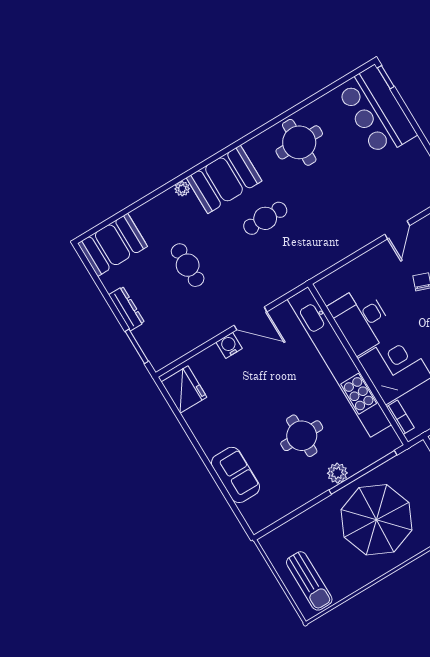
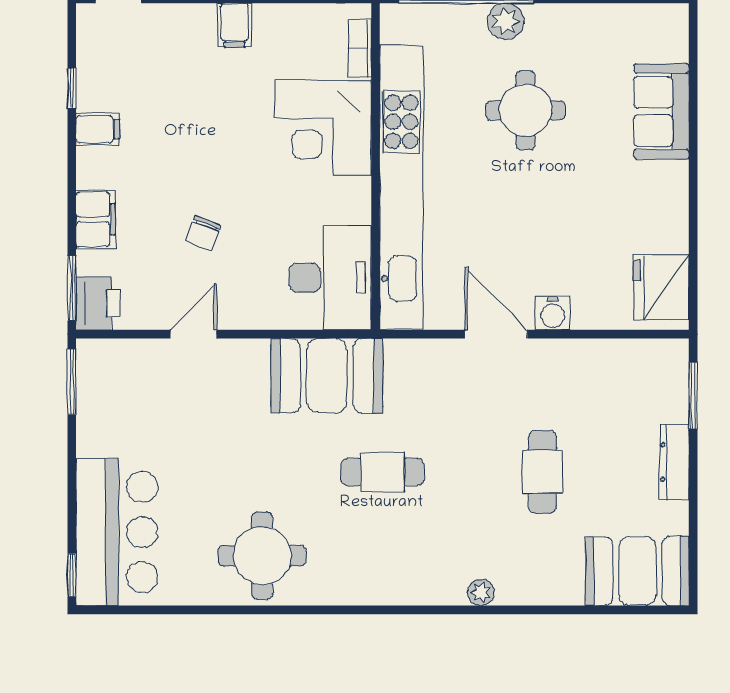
booth: (224, 179) -> (327, 376), moved
desk: (361, 320) -> (330, 278), moved

